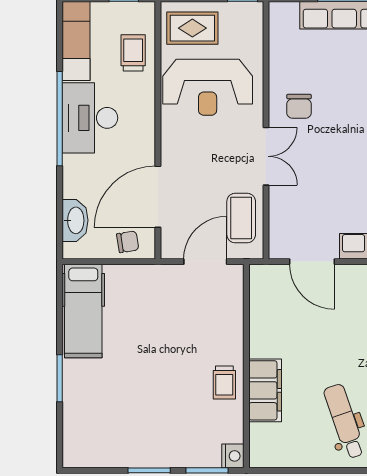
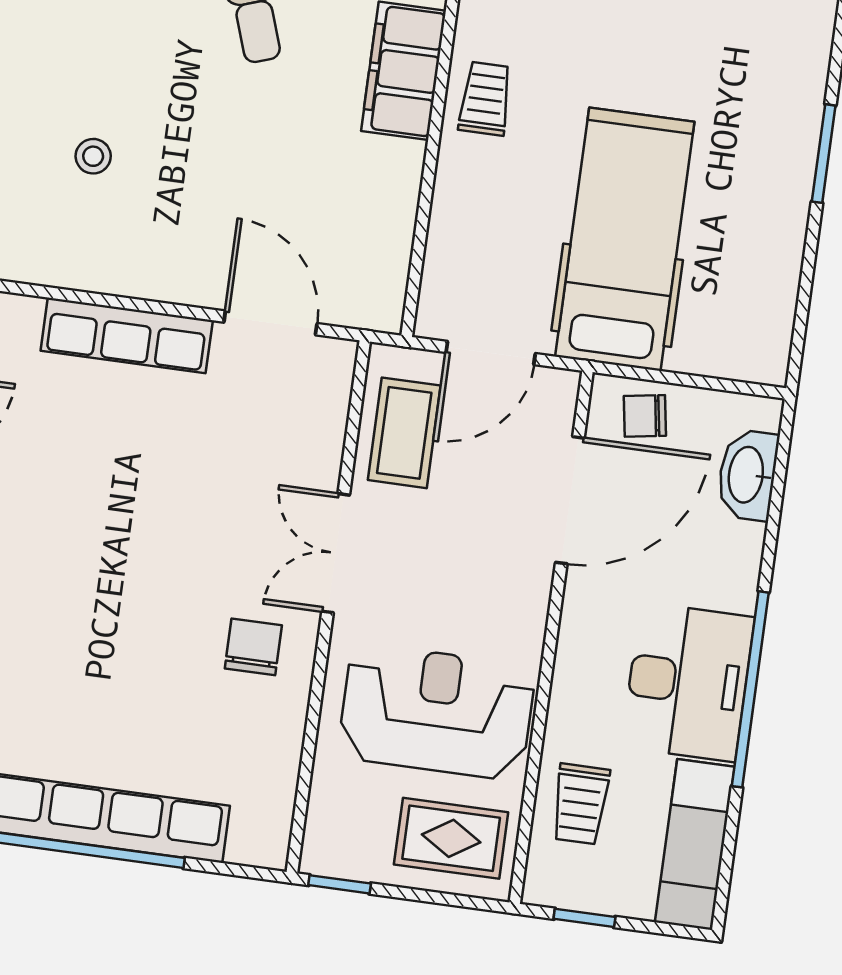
hospital bed: (83, 311) -> (625, 239), moved, width x1.37, depth x1.29

